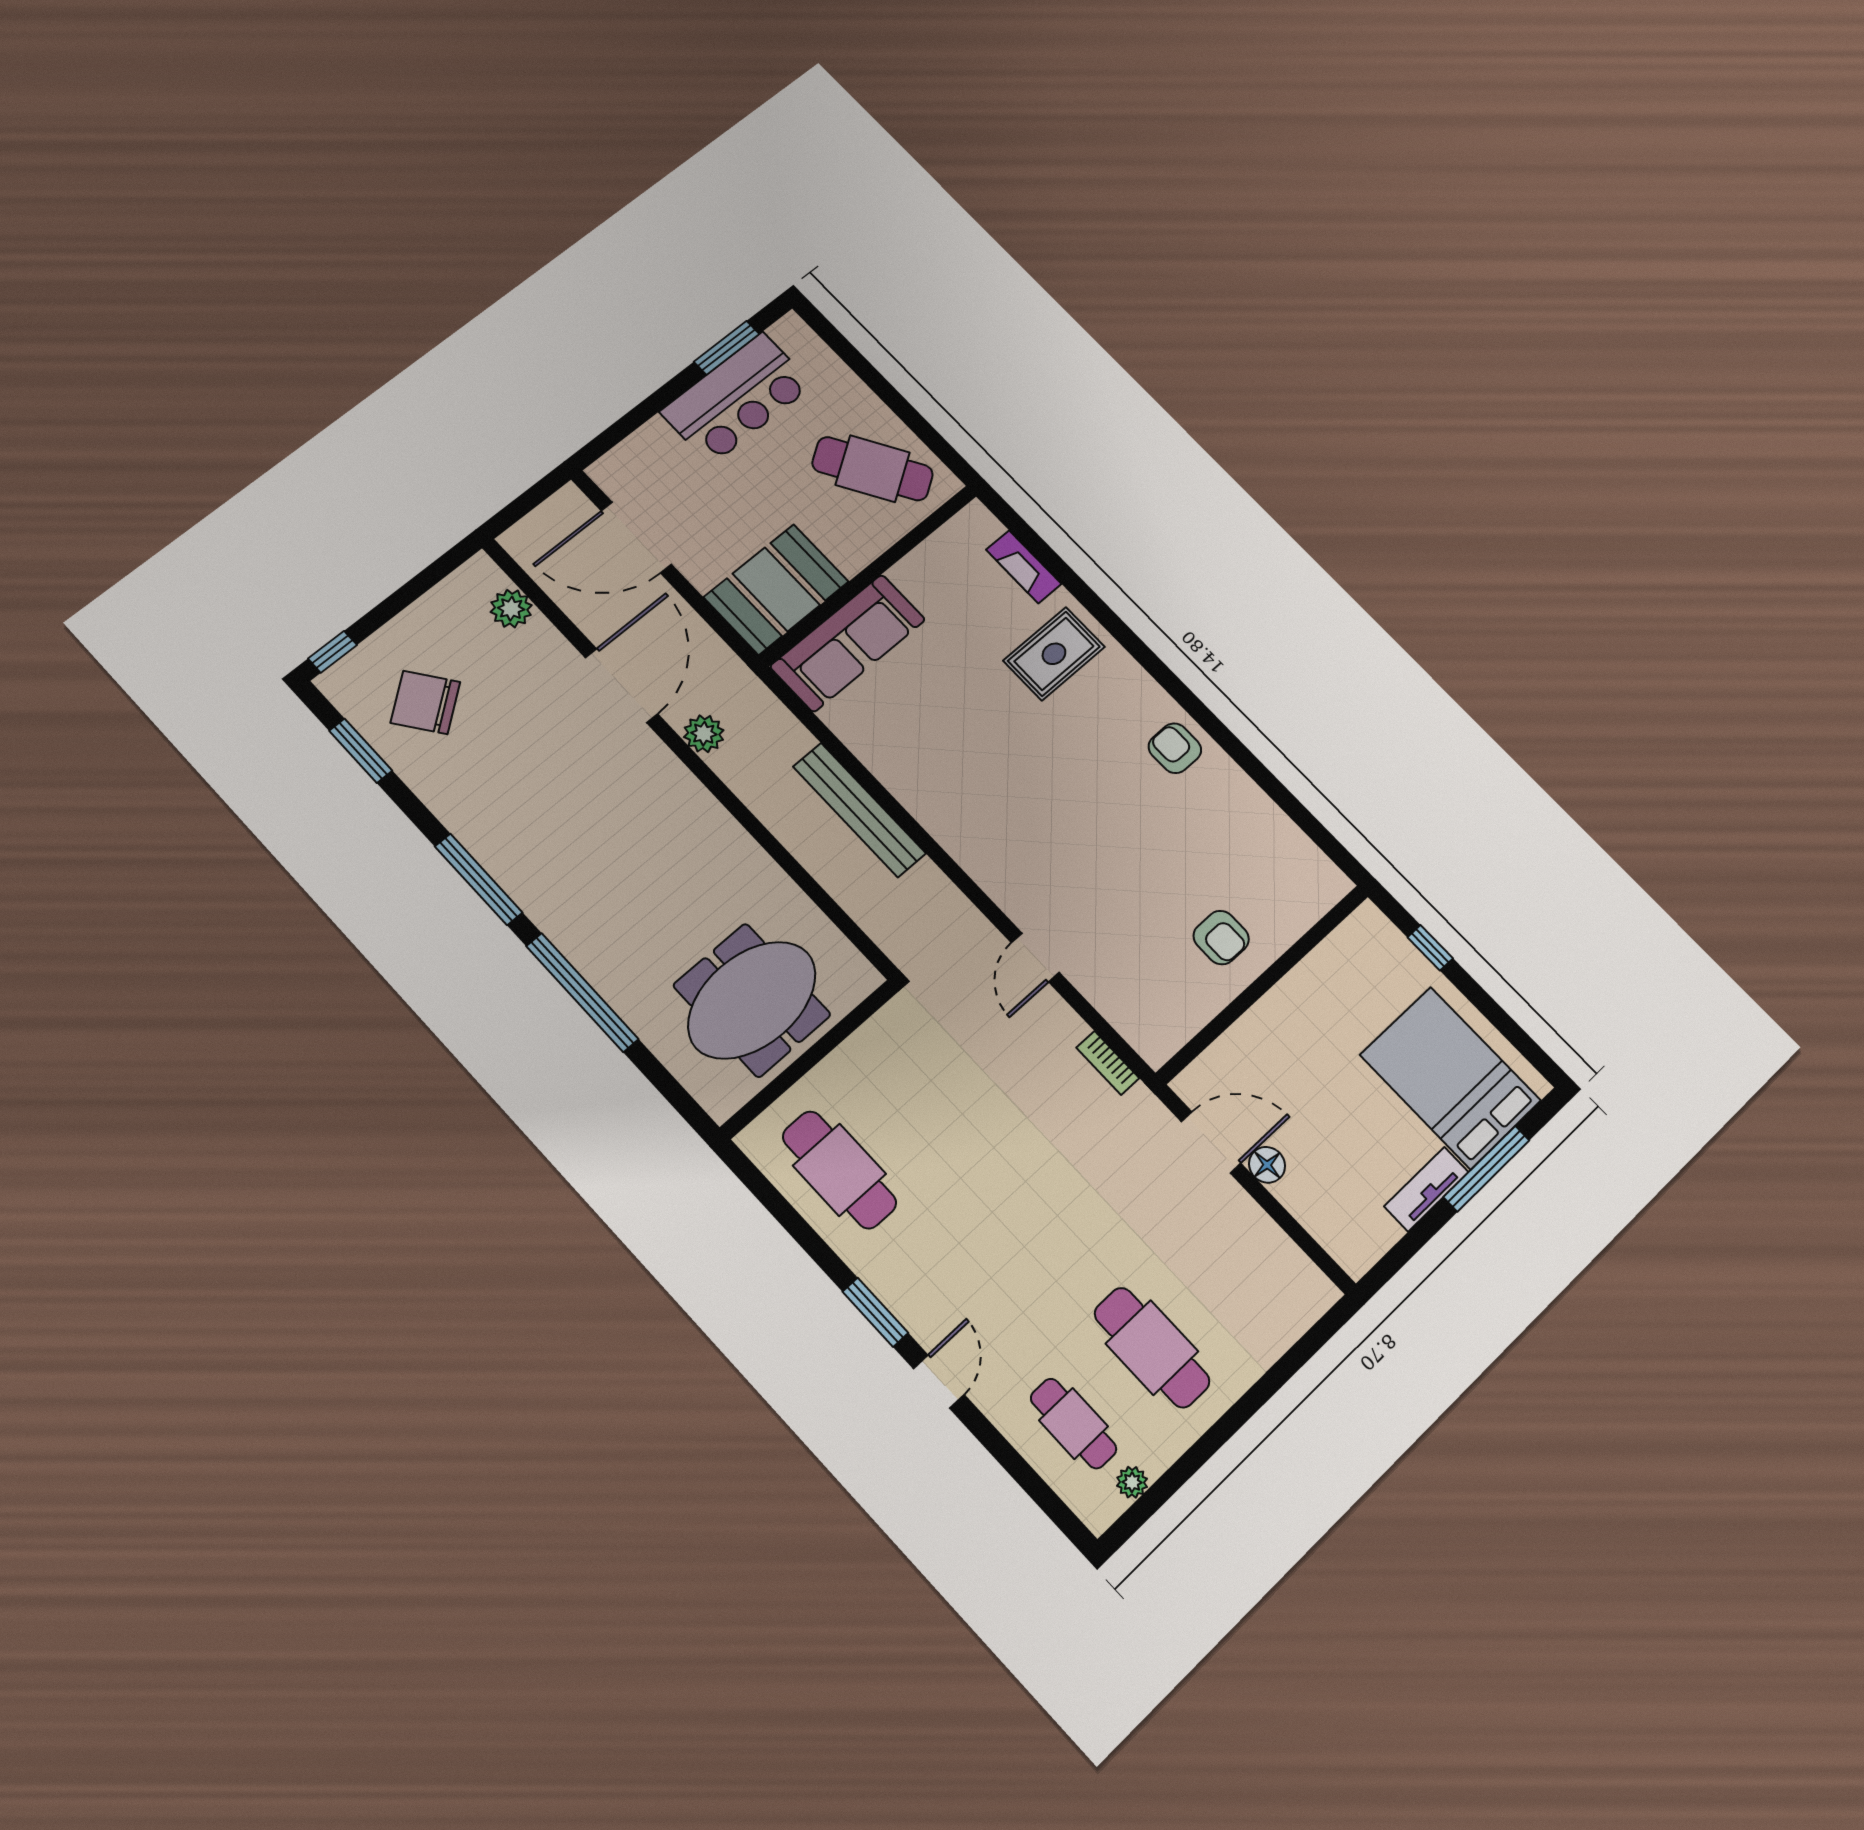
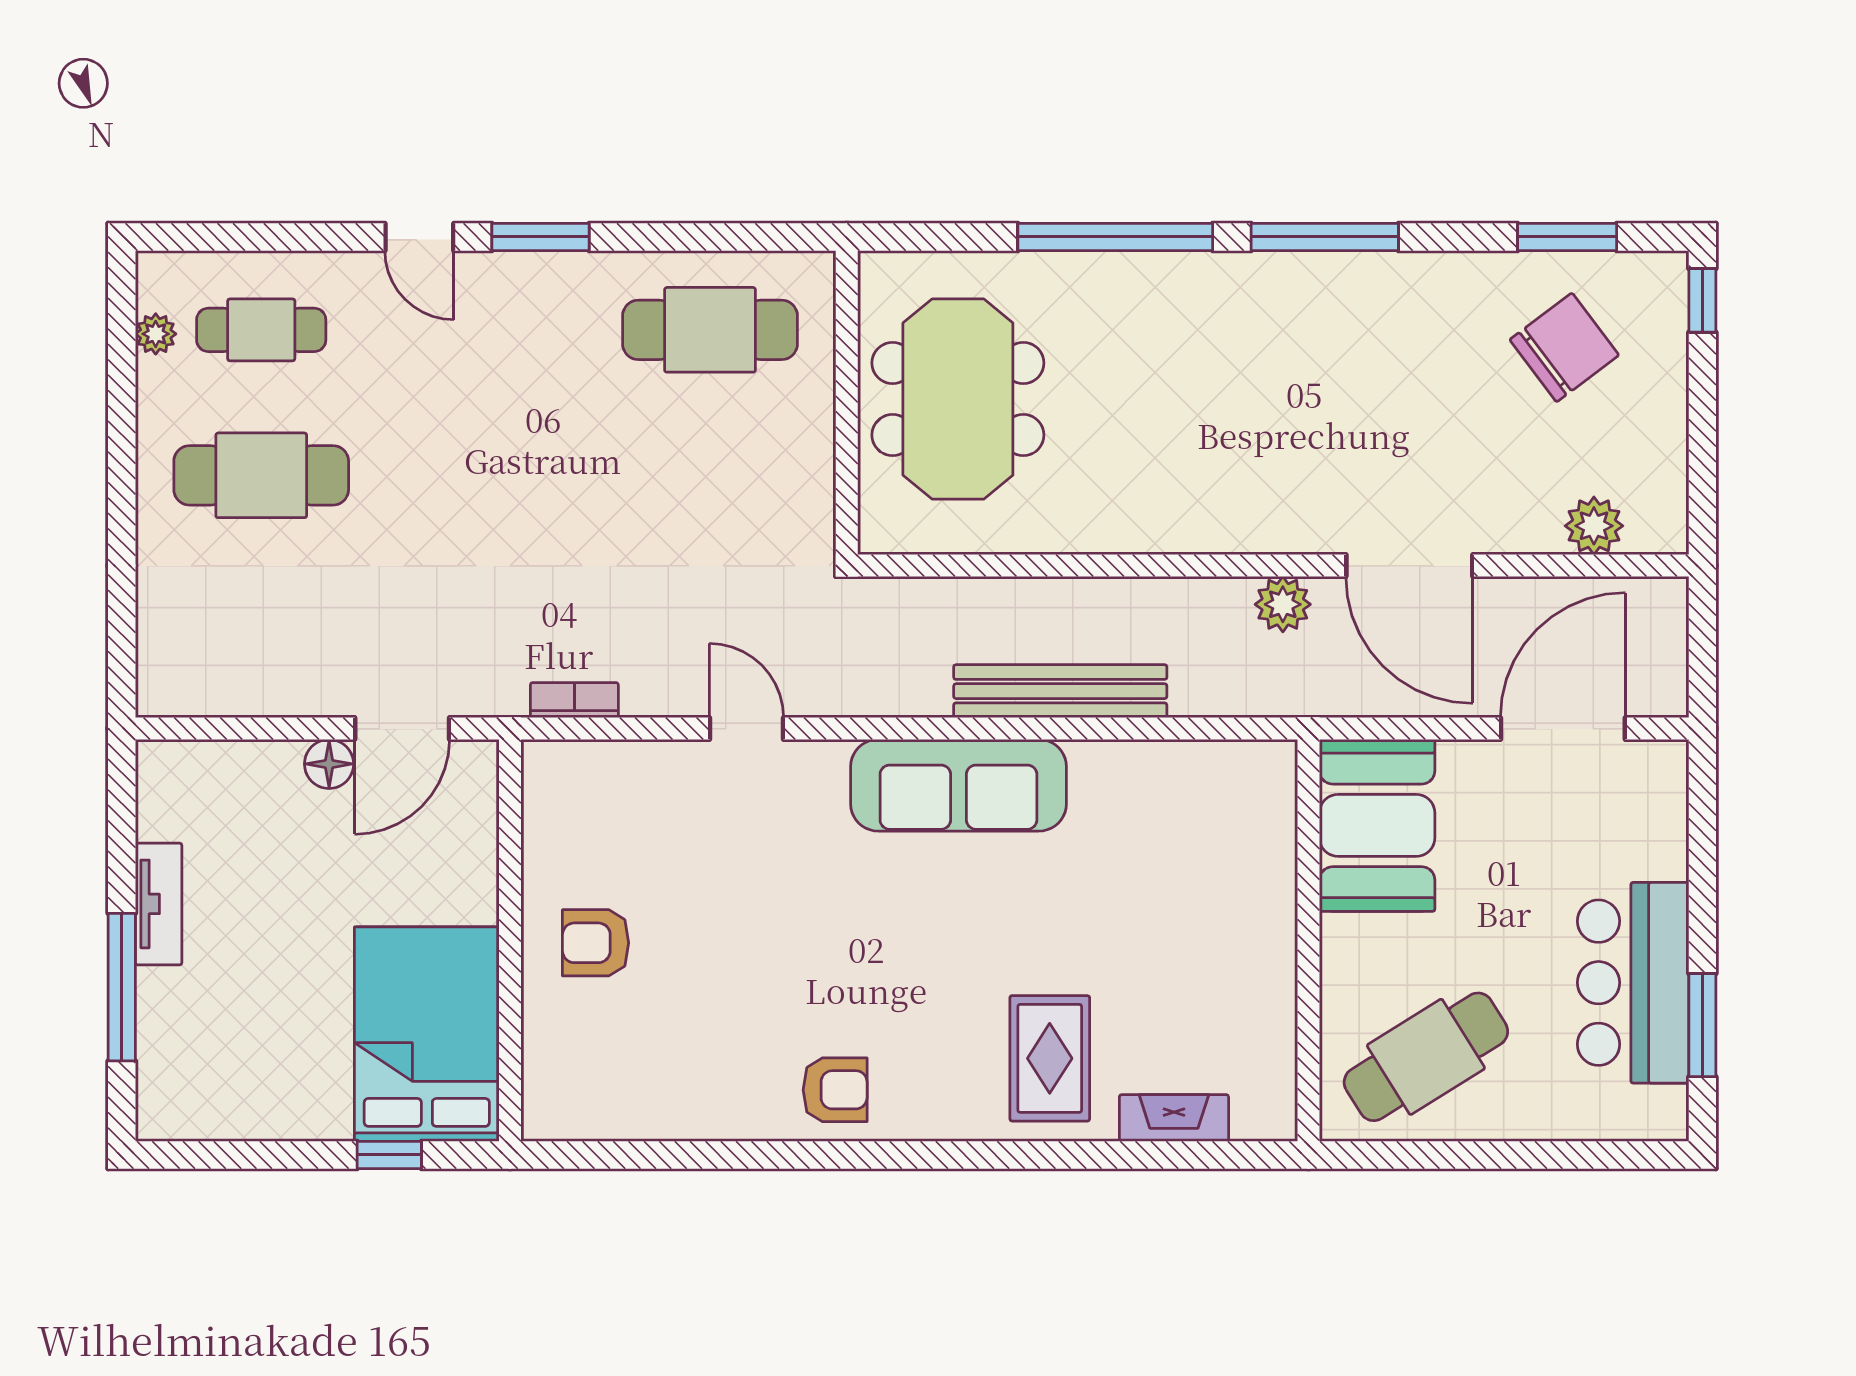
sofa: (848, 643) -> (958, 785), moved, turned -90
bed: (1450, 1078) -> (427, 1034), moved, turned -90

